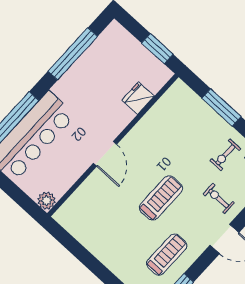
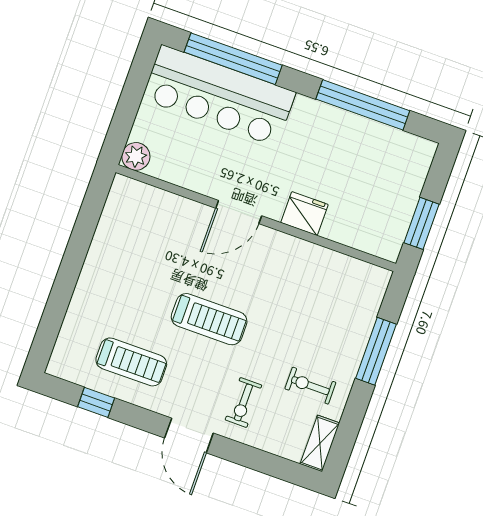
fridge: (138, 98) -> (304, 214), moved
exercise bike: (219, 198) -> (243, 403), turned 180

